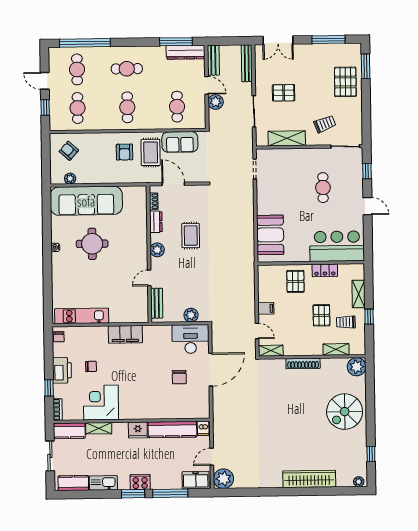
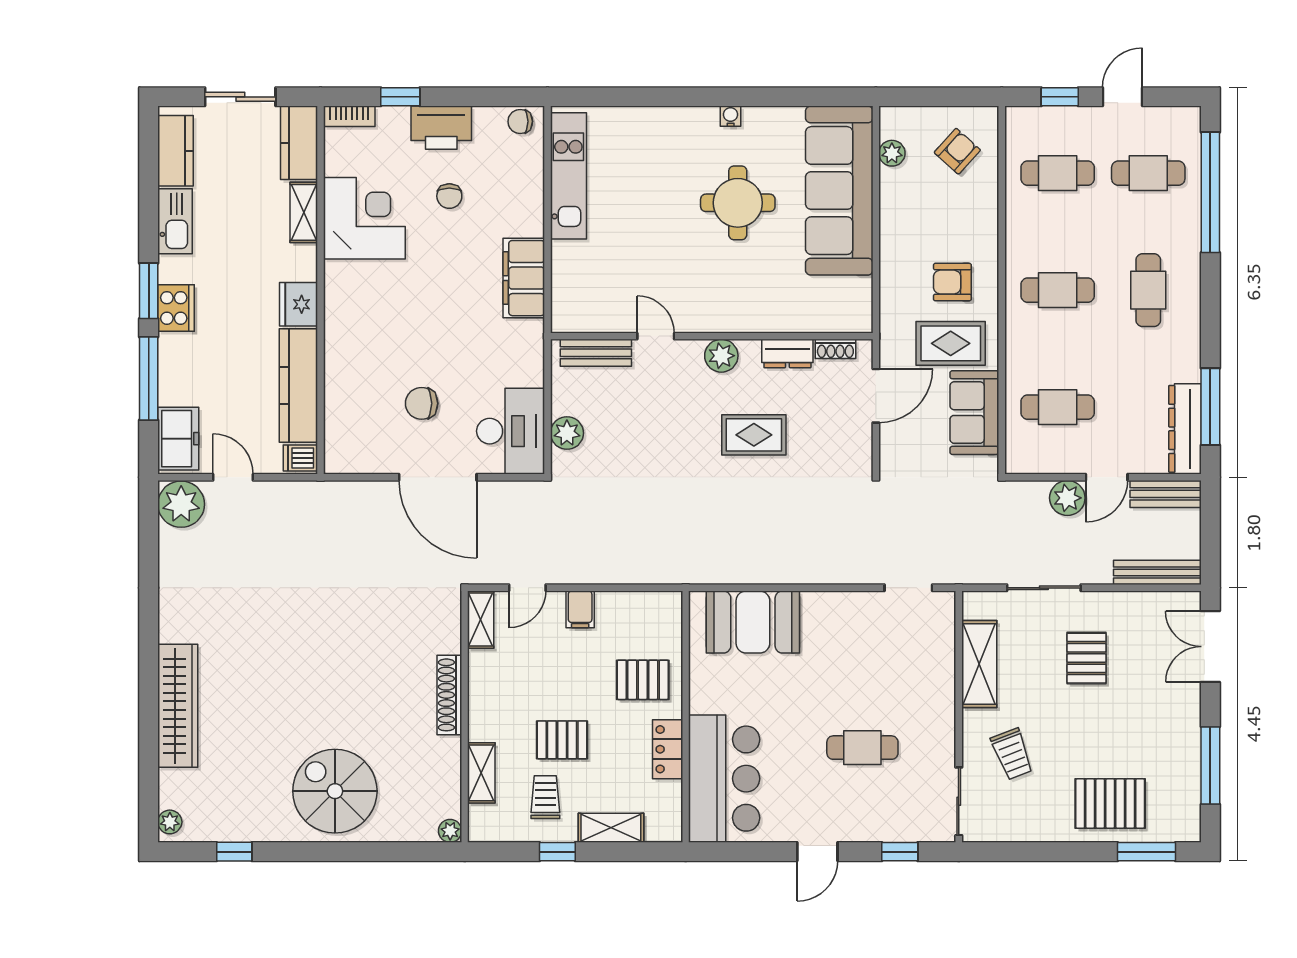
plant: (357, 367) -> (450, 831), width x0.53, depth x0.53

